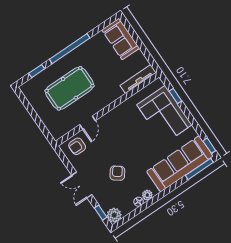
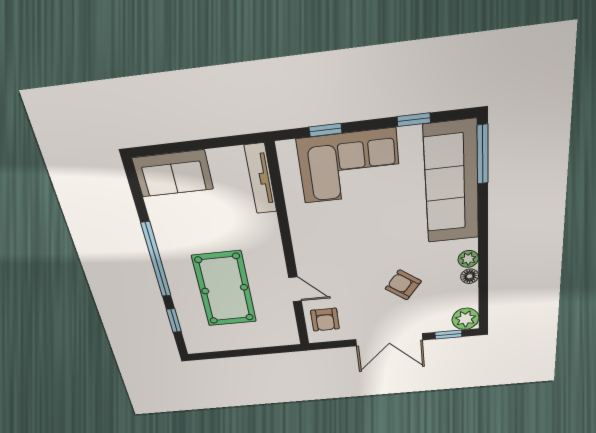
window: (209, 146) -> (414, 120), moved
double door: (82, 185) -> (389, 340), width x1.37

